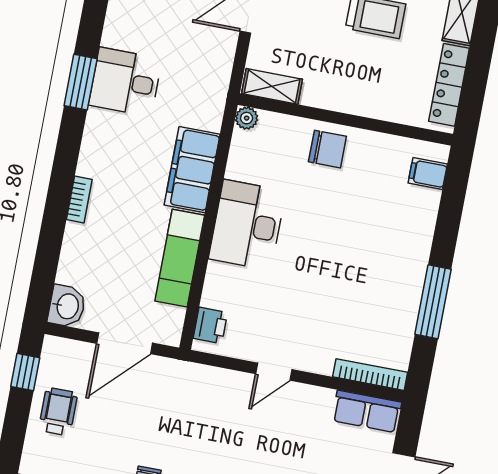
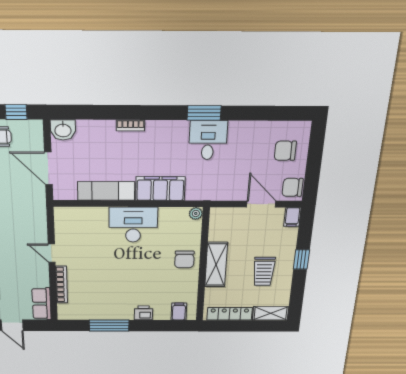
shelving: (272, 86) -> (216, 265), moved, width x1.50, depth x1.33
printer: (210, 325) -> (143, 313), moved, turned 180
bookcase: (370, 375) -> (62, 285), moved

